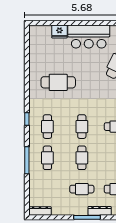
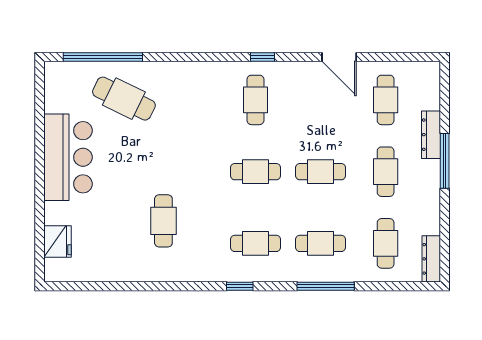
fridge: (59, 31) -> (57, 241), moved
cafe table: (58, 82) -> (163, 221), width x0.73, depth x0.74
cafe table: (47, 189) -> (386, 243), added

